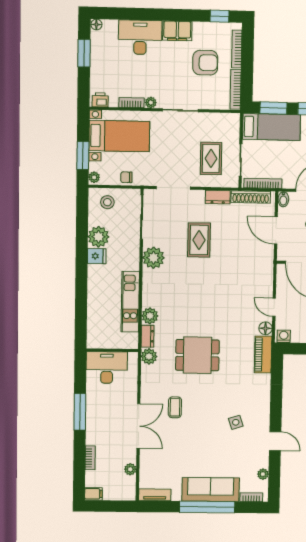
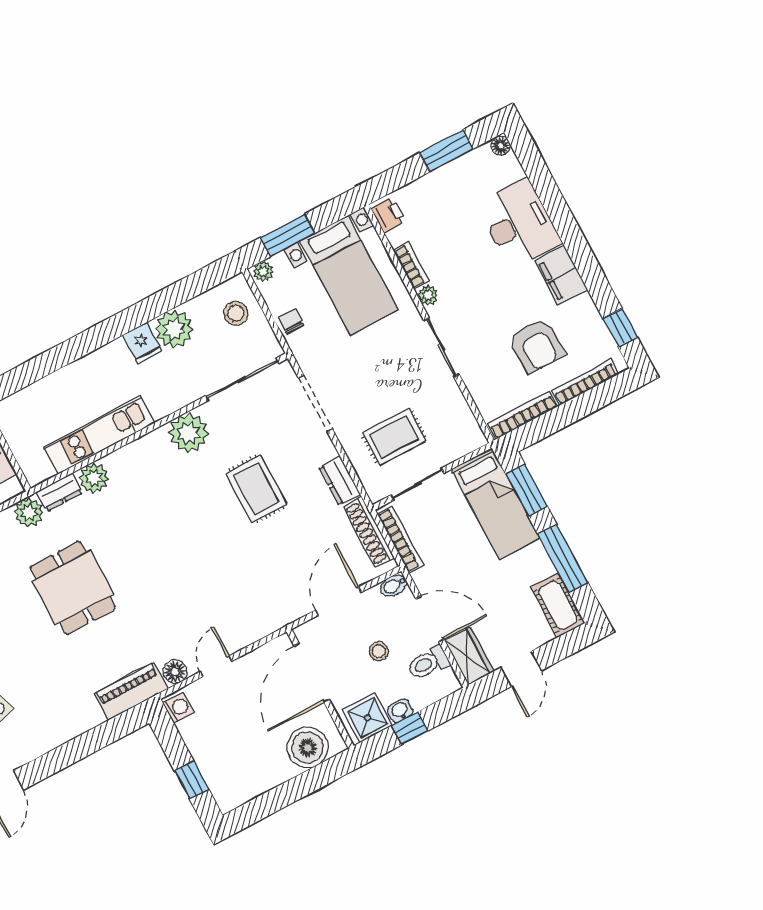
rug: (199, 240) -> (256, 489), turned 90

